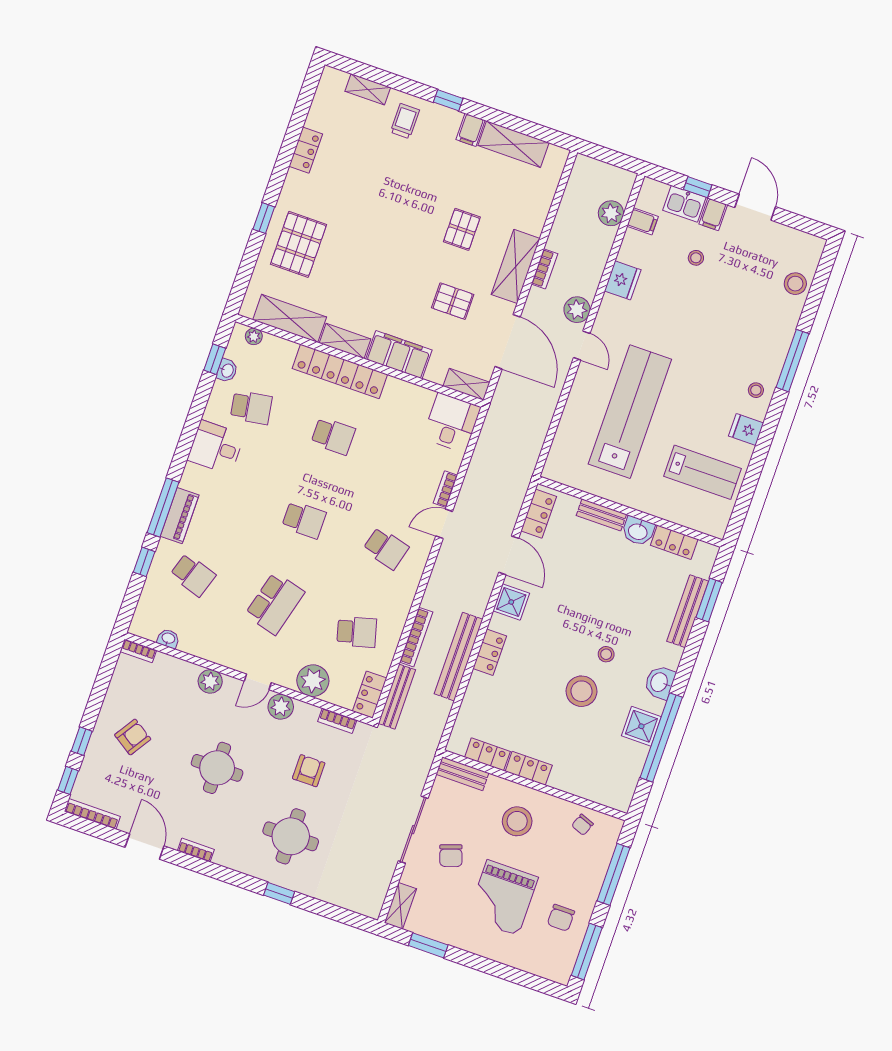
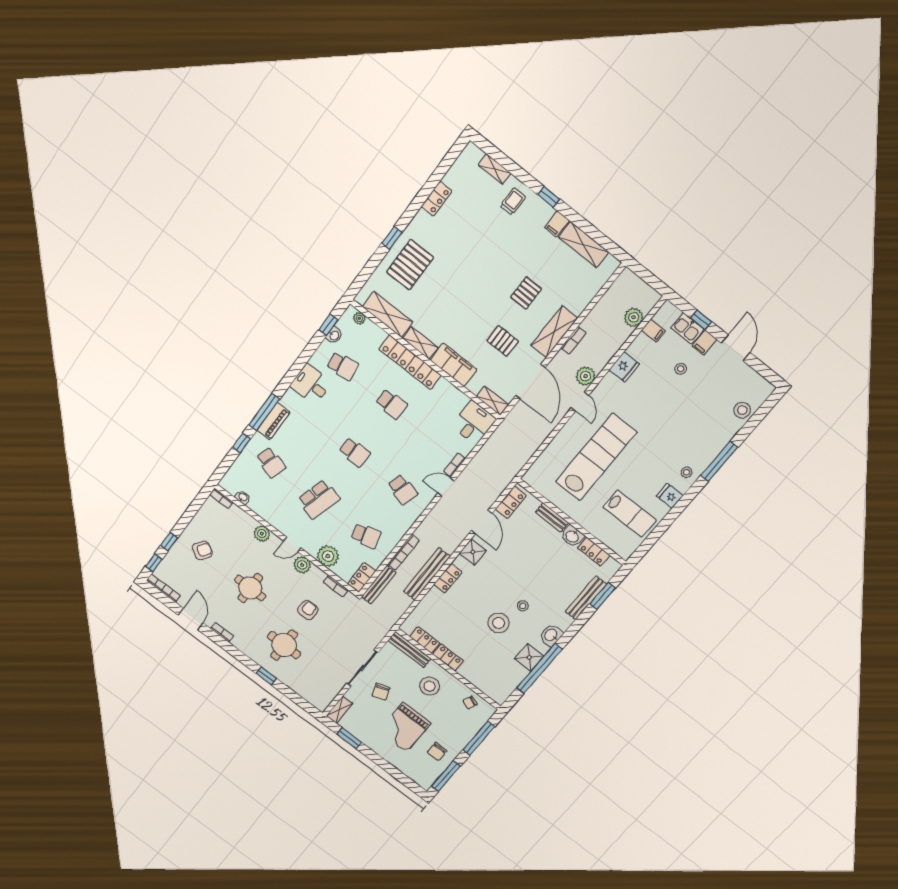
bench: (462, 774) -> (409, 650), width x1.36

